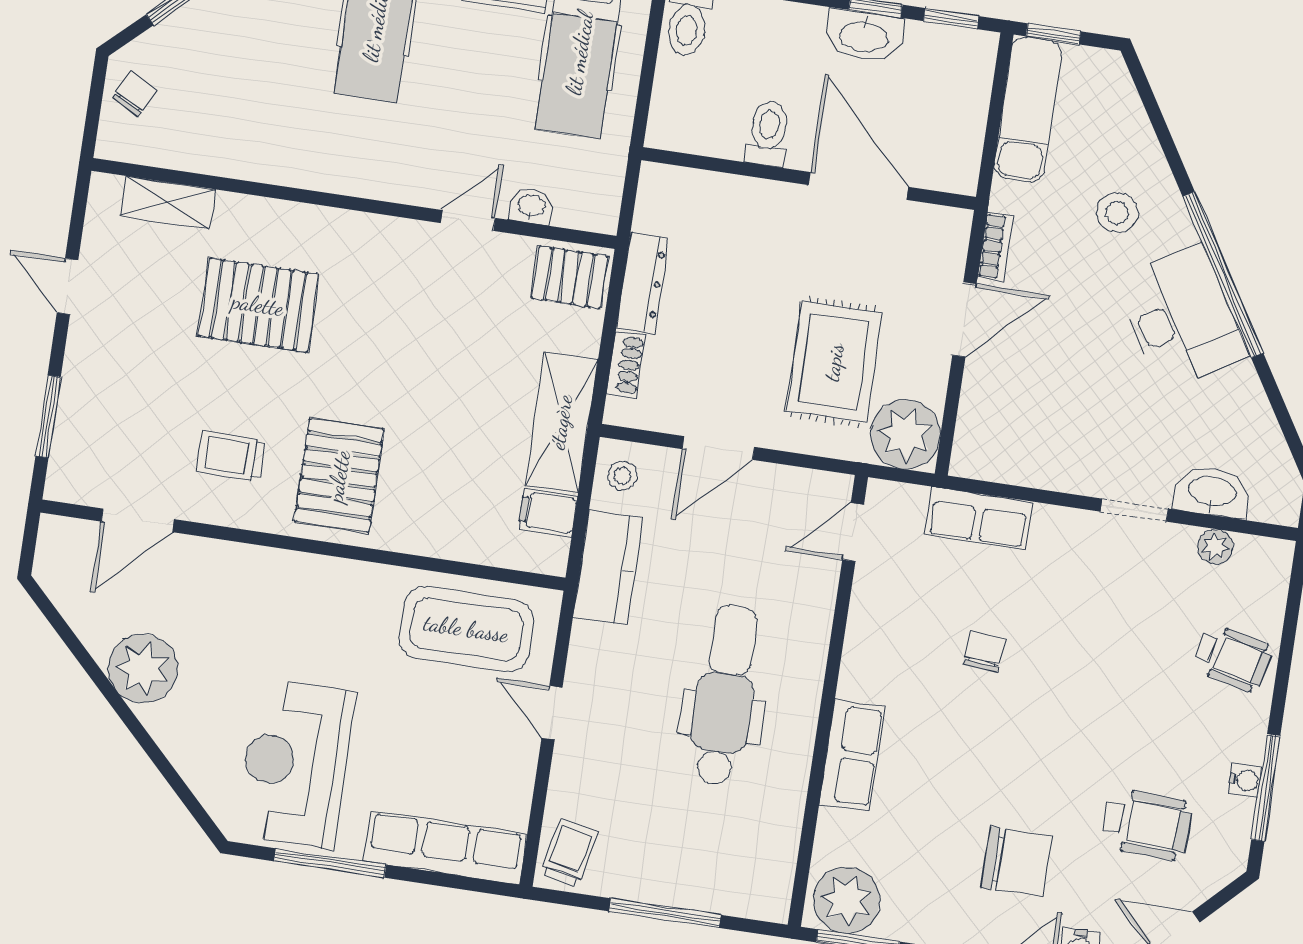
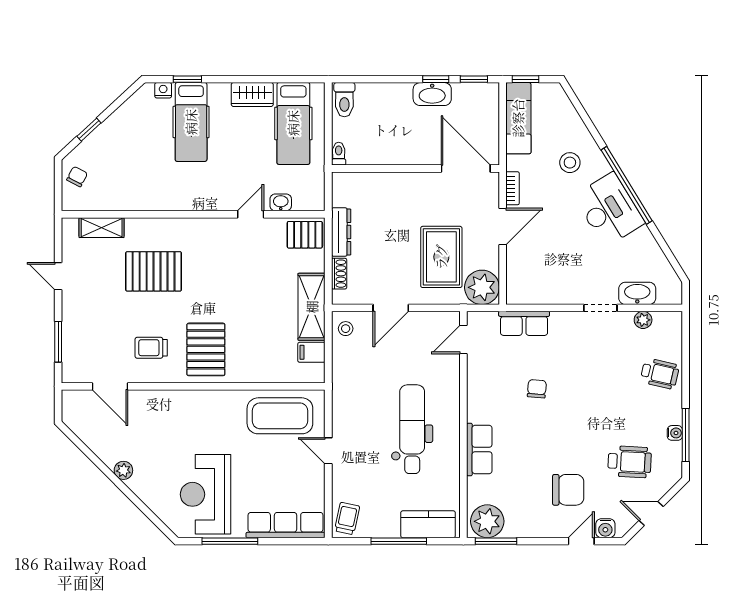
toilet: (768, 133) -> (339, 154), moved, width x0.73, depth x0.72
door: (859, 186) -> (466, 168), moved
door: (138, 520) -> (110, 386), hinge flipped
kitchen counter: (608, 567) -> (428, 524), moved, turned -90
plant: (143, 669) -> (123, 470), width x0.53, depth x0.53

